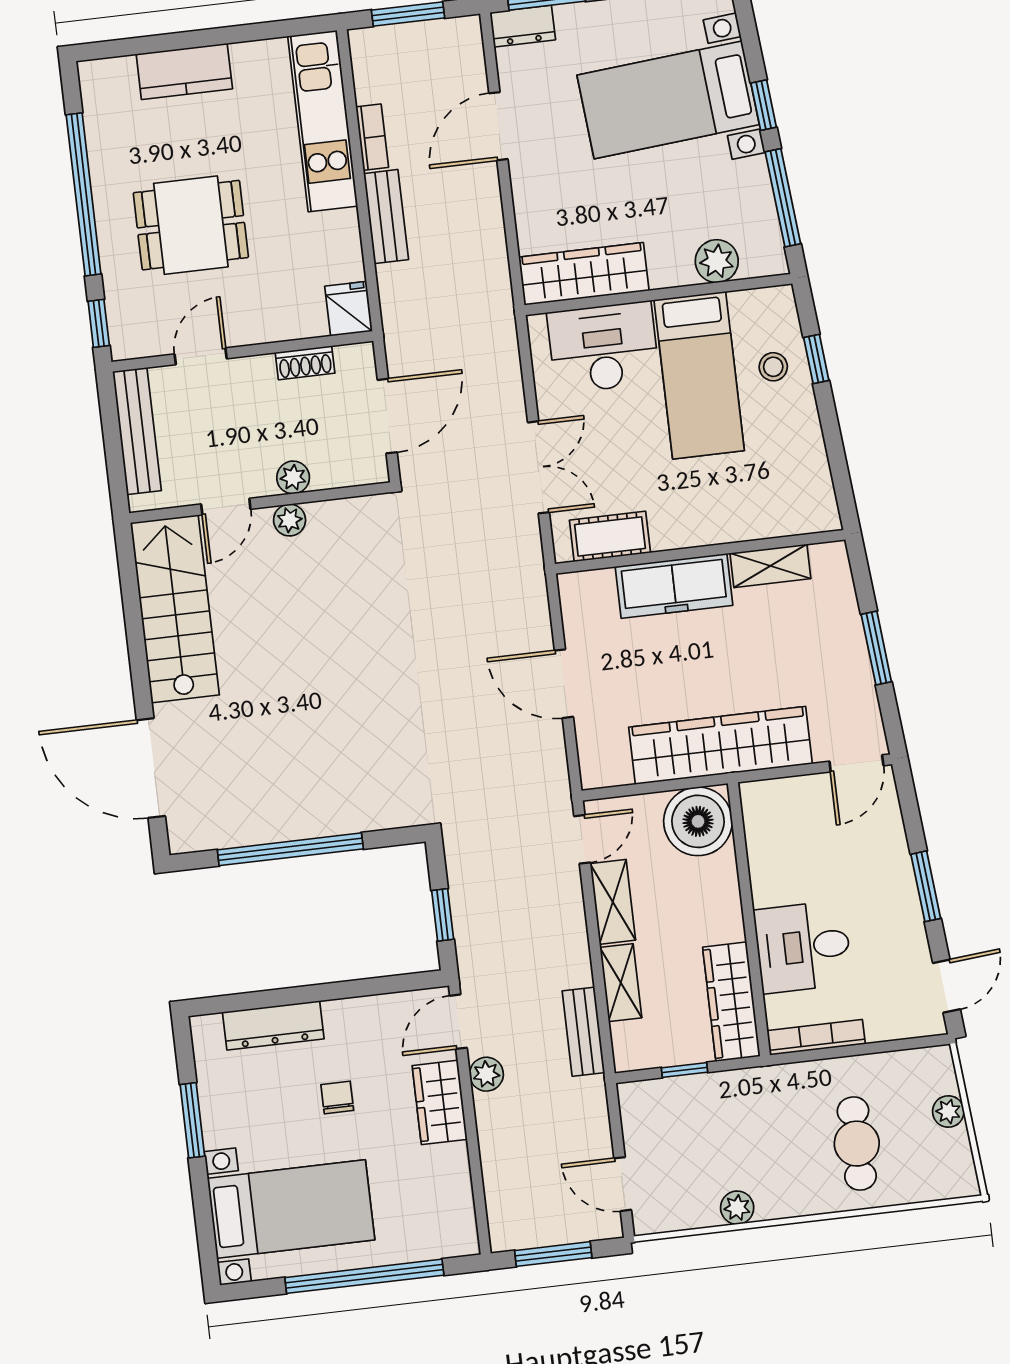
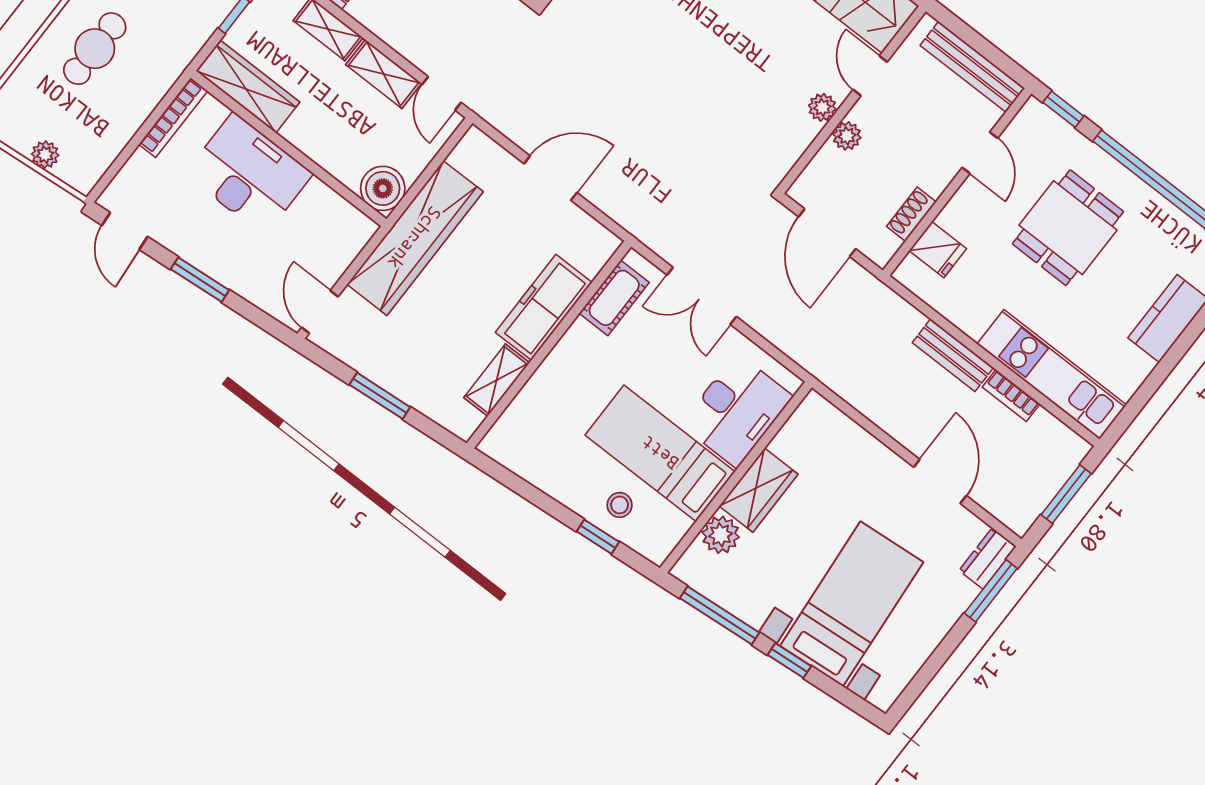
wardrobe: (584, 274) -> (759, 490), moved, width x0.67
fridge: (349, 309) -> (938, 250), moved
boiler: (698, 821) -> (383, 188), width x0.73, depth x0.73
desk: (803, 947) -> (249, 174), width x1.37
cafe table: (857, 1144) -> (95, 49), moved, turned 90

